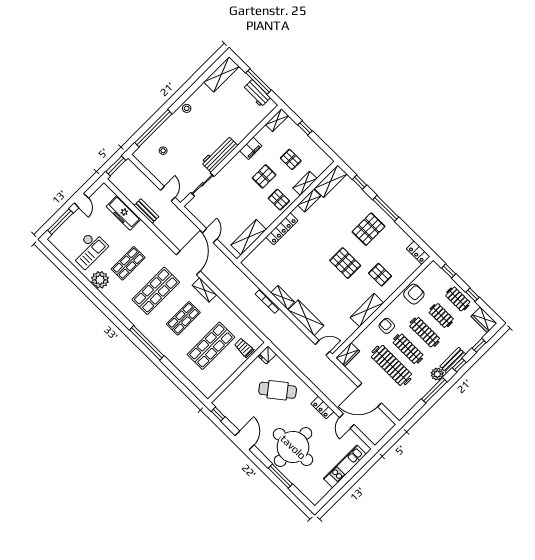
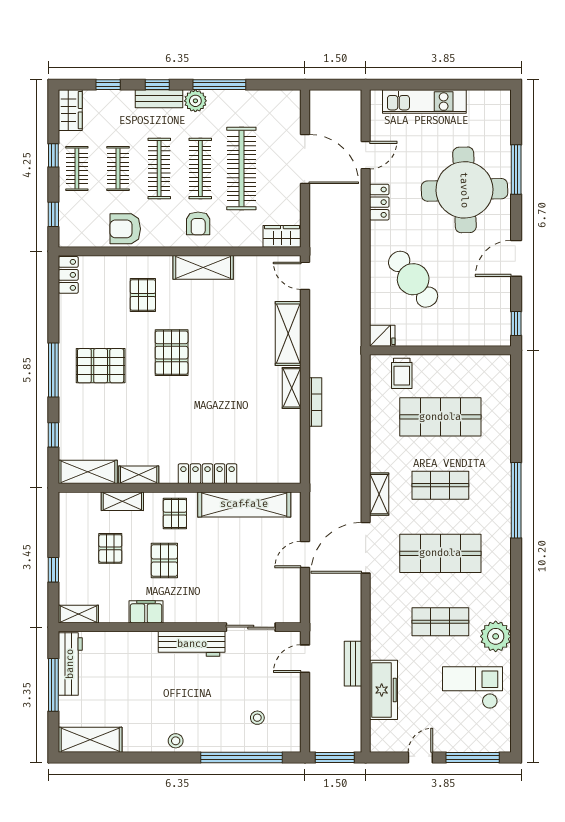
workbench: (257, 93) -> (70, 664), width x1.38
pallet: (264, 176) -> (164, 560), turned 90
shelving: (249, 237) -> (244, 504), width x1.47

